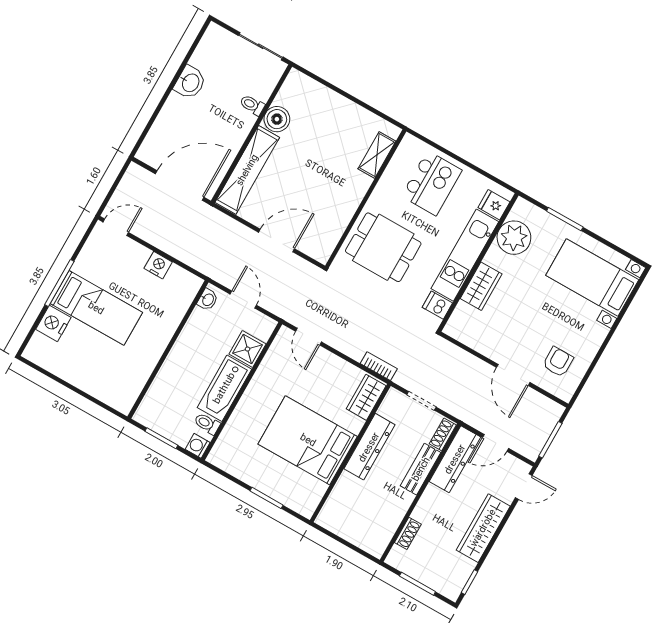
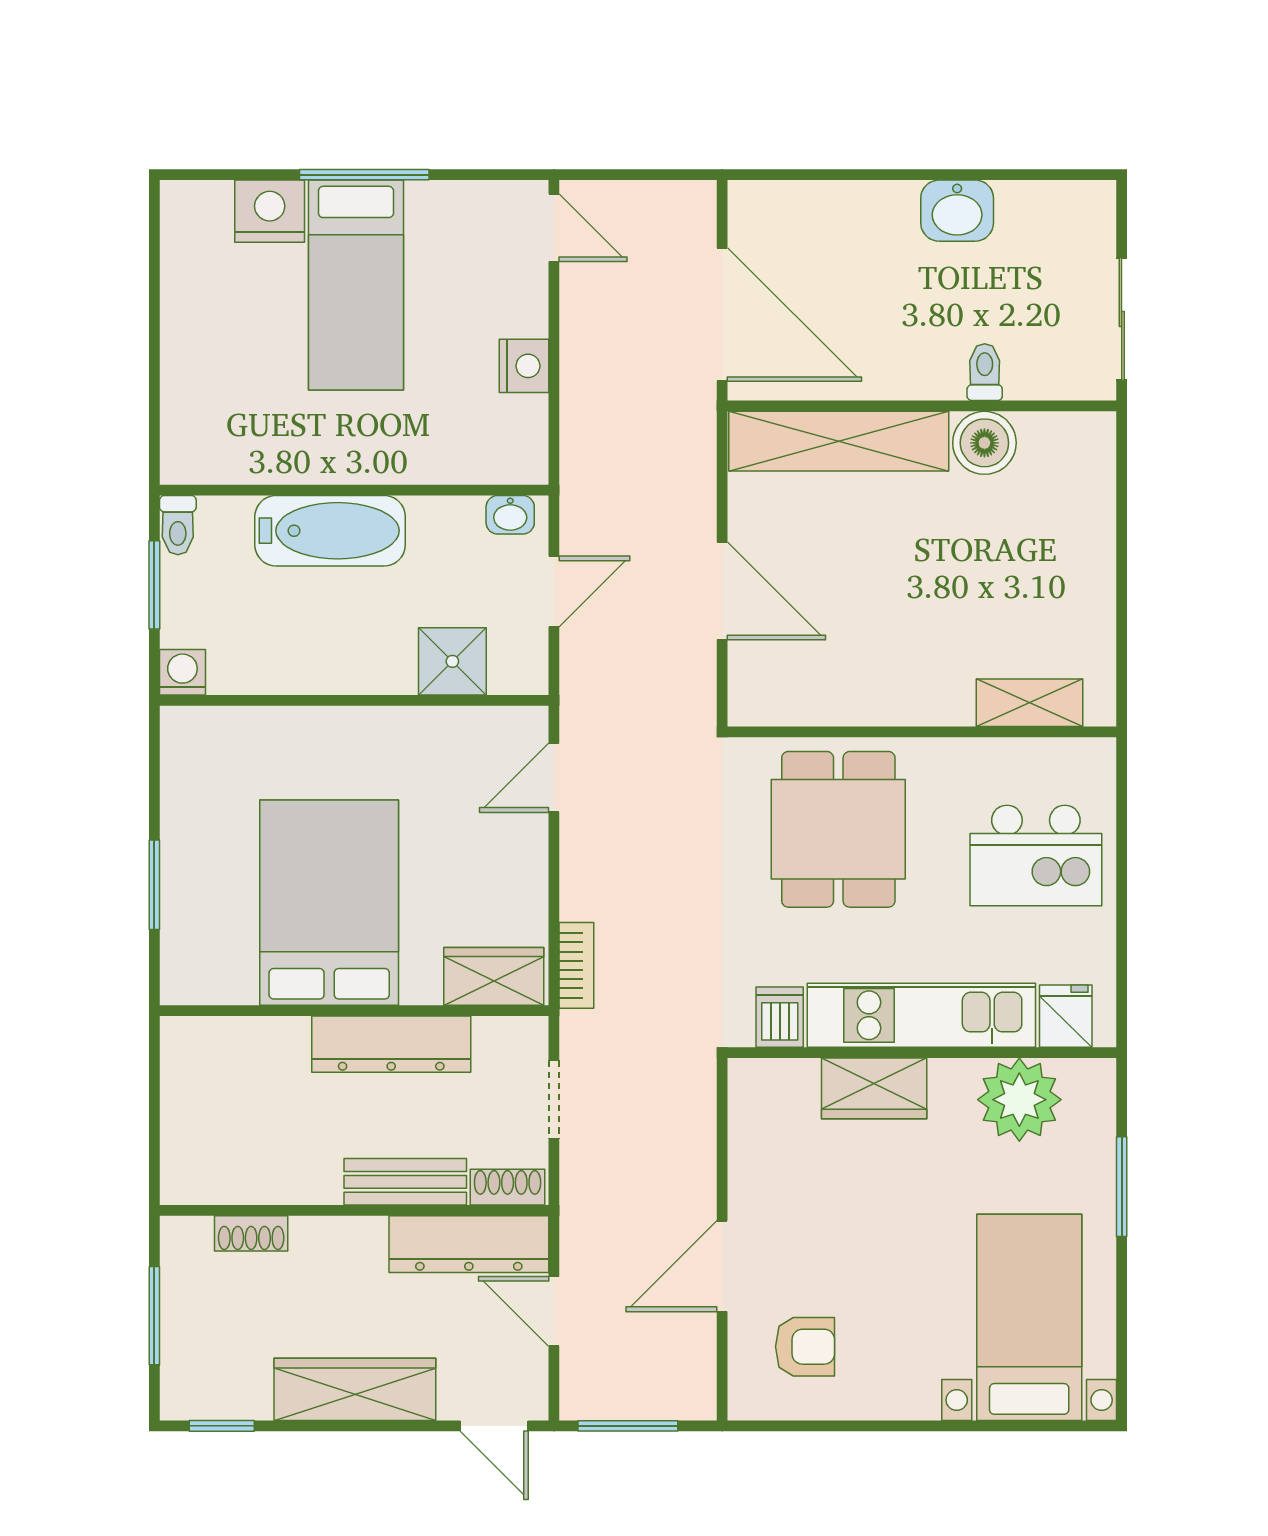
bathtub: (224, 388) -> (330, 531), moved, turned 180
toilet: (207, 424) -> (178, 525), moved, turned 180

